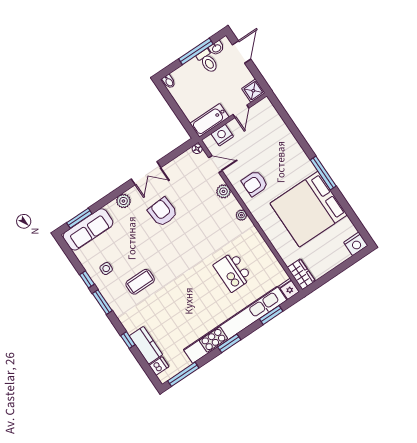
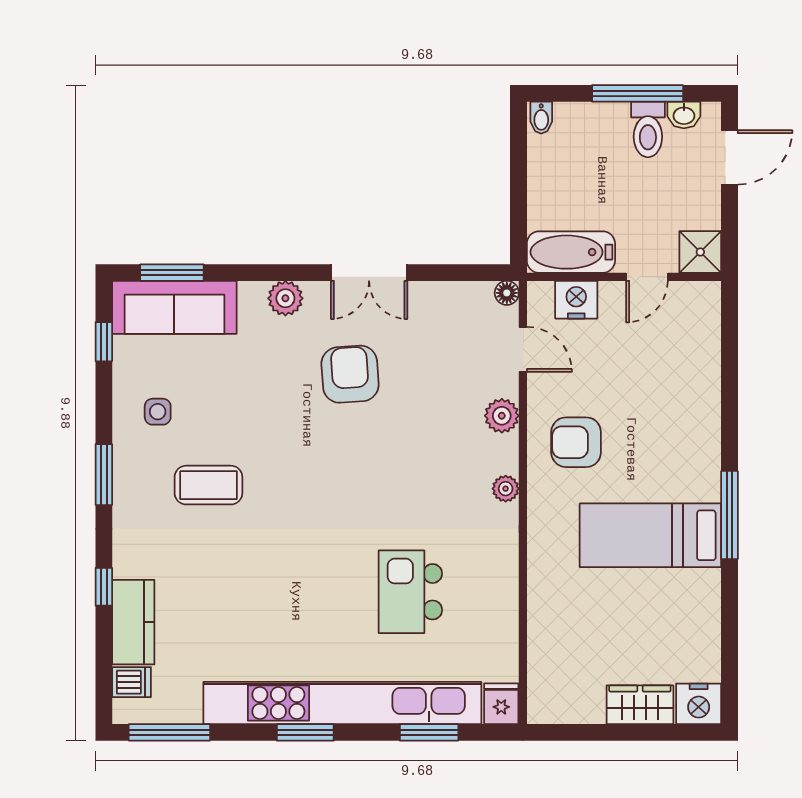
bed: (309, 209) -> (650, 535), width x0.49
wardrobe: (301, 274) -> (640, 705), moved, turned -90
window: (87, 279) -> (104, 342), moved

